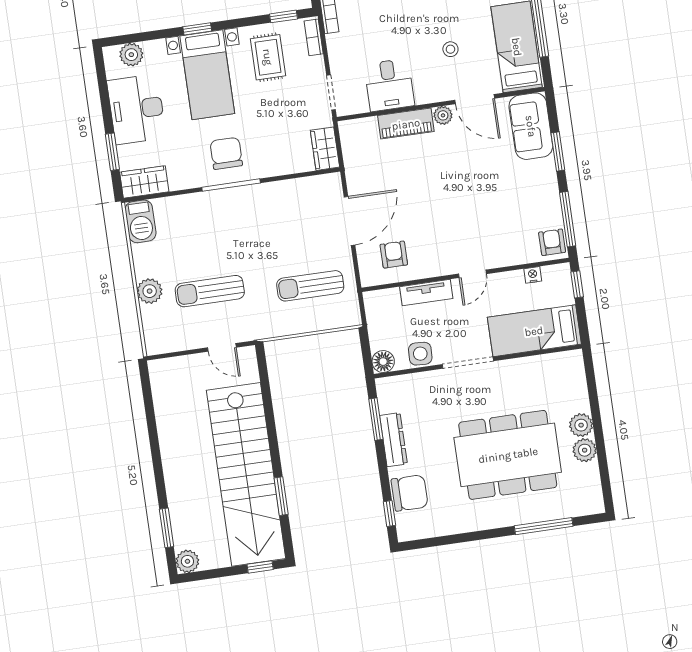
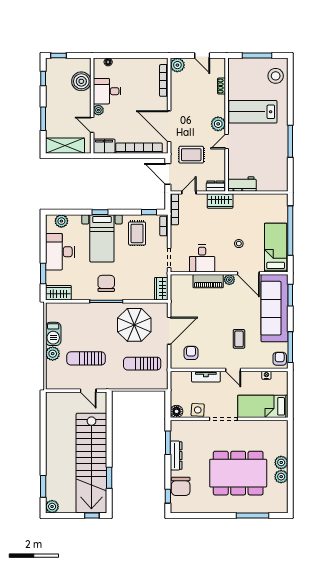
sofa: (531, 126) -> (274, 308), width x1.85, depth x1.27
window: (558, 151) -> (290, 295), moved
coffee table: (475, 218) -> (239, 339), added
parasol: (287, 219) -> (134, 325), added
barbecue: (141, 221) -> (53, 334), moved
door: (472, 274) -> (233, 370), hinge flipped
window: (577, 284) -> (290, 384), removed
chair: (410, 493) -> (181, 486), turned 90

